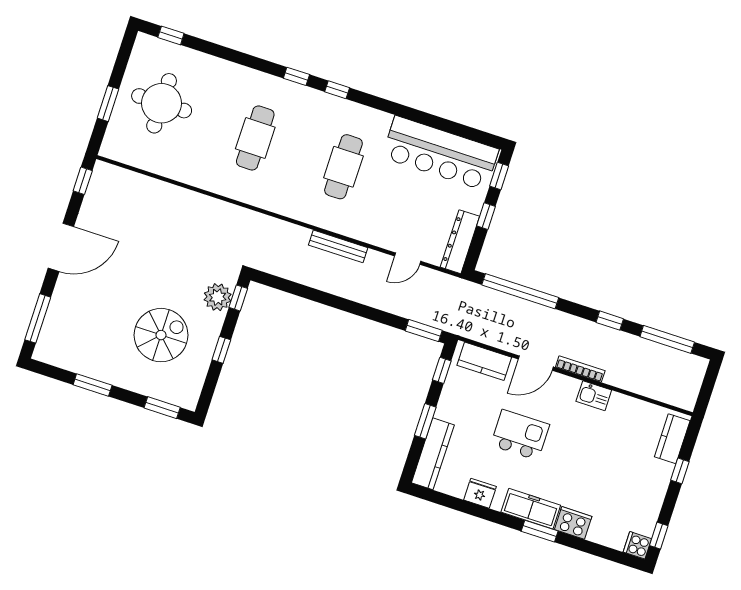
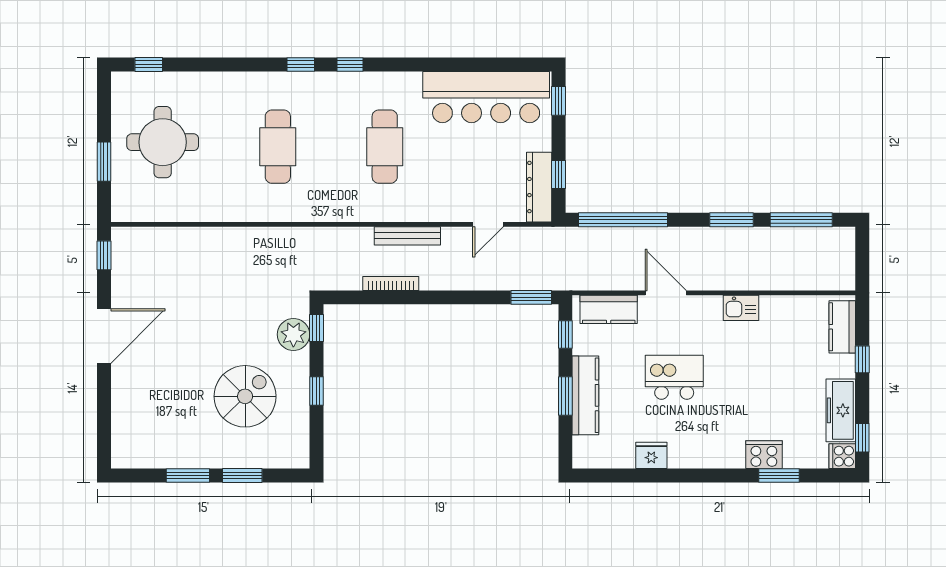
window: (486, 216) -> (559, 175), moved
window: (38, 318) -> (104, 422), removed
window: (610, 321) -> (732, 220), width x1.50
door: (536, 363) -> (666, 293), swing flipped
bookcase: (580, 369) -> (391, 283), moved
window: (162, 408) -> (242, 476), moved
kitchen counter: (433, 454) -> (585, 395), moved
freezer: (531, 509) -> (841, 410), moved, turned -90
window: (540, 531) -> (779, 476), moved

